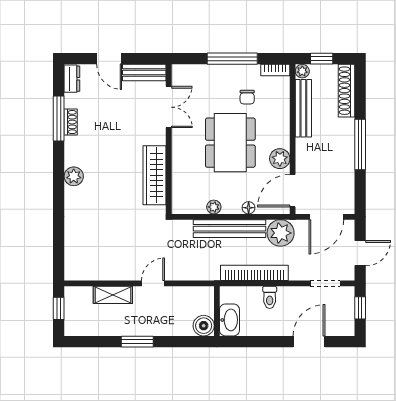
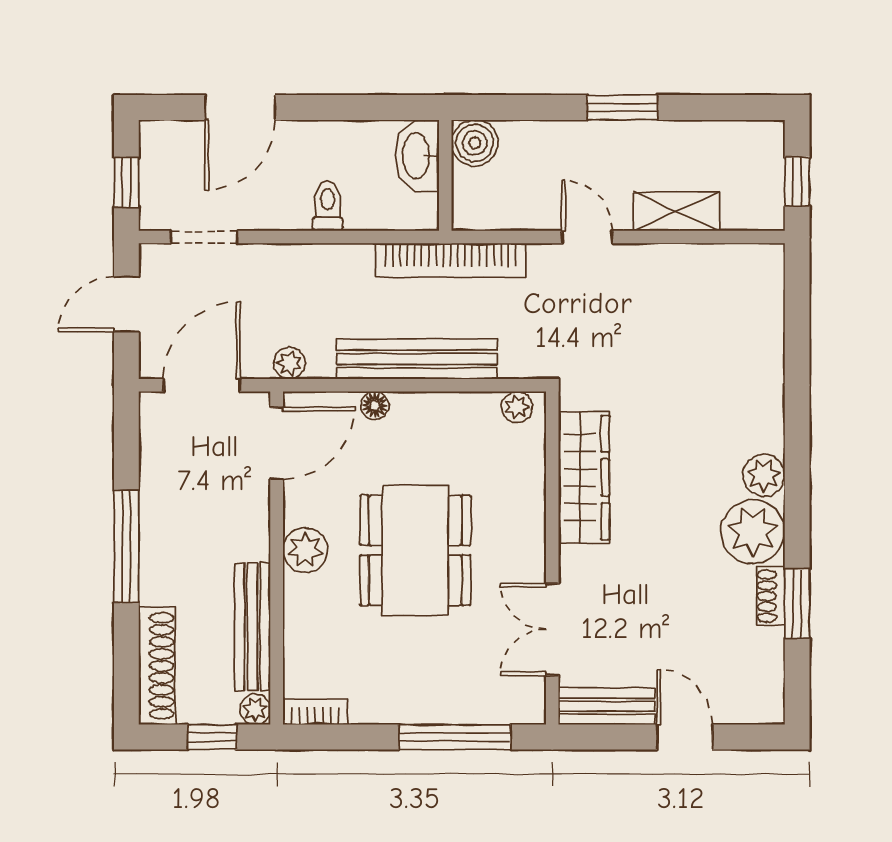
window: (232, 59) -> (455, 737), moved
dresser: (72, 79) -> (768, 693), removed
chair: (247, 97) -> (378, 652), removed
window: (59, 119) -> (797, 604), width x0.69
plant: (79, 151) -> (753, 532), added
plant: (280, 159) -> (305, 550), moved
plant: (214, 207) -> (517, 407), moved
plant: (281, 233) -> (290, 363), width x0.53, depth x0.53
bookcase: (254, 273) -> (450, 260), moved
door: (153, 283) -> (587, 237), swing flipped

